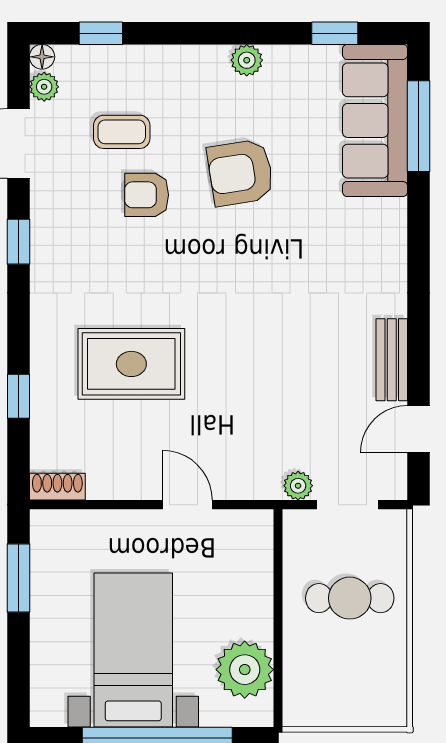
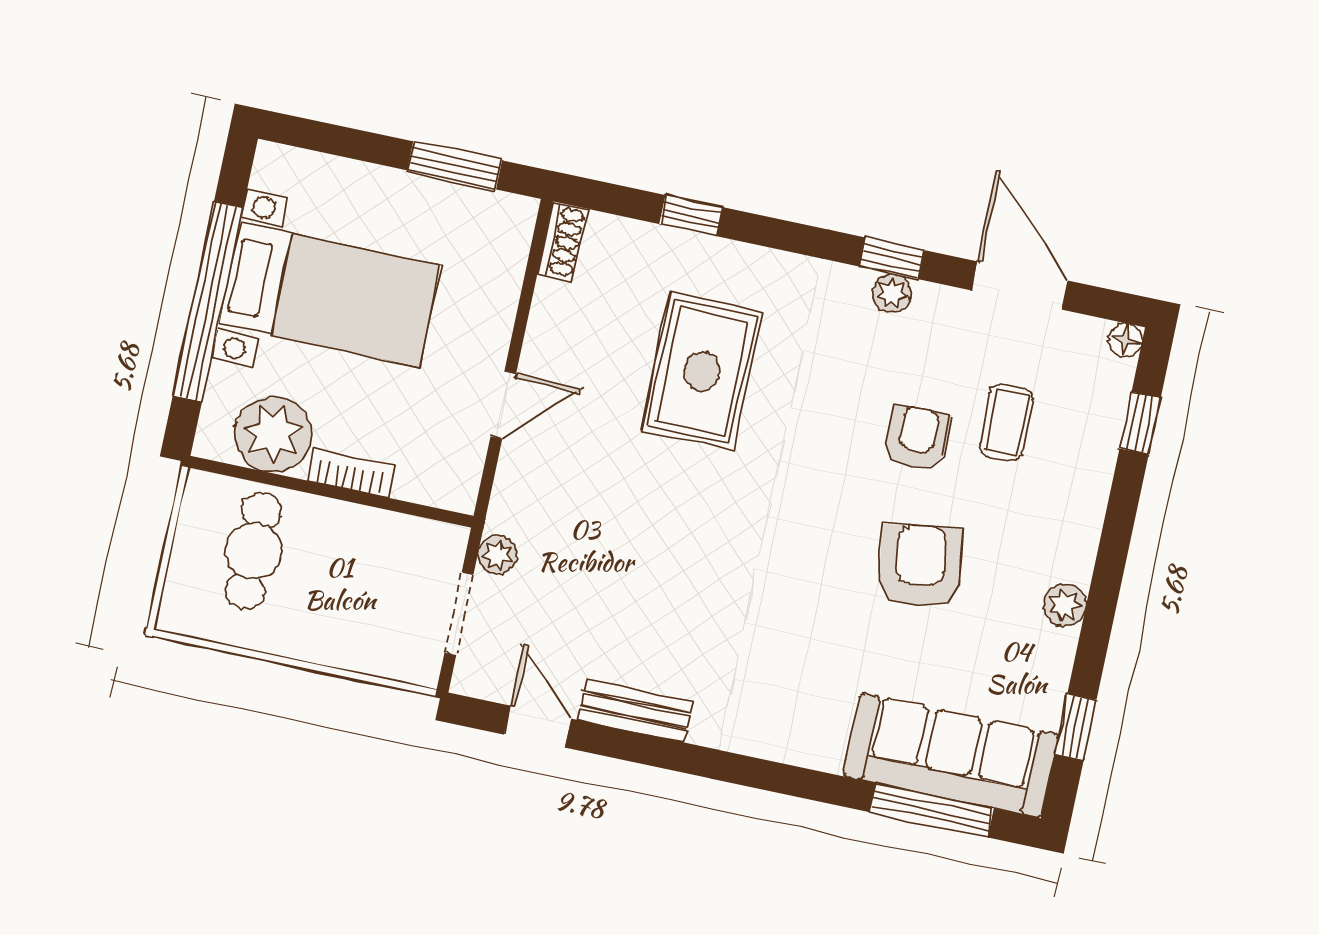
plant: (44, 87) -> (892, 293), moved
cafe table: (350, 598) -> (253, 551), moved
bookcase: (261, 607) -> (351, 473), added

